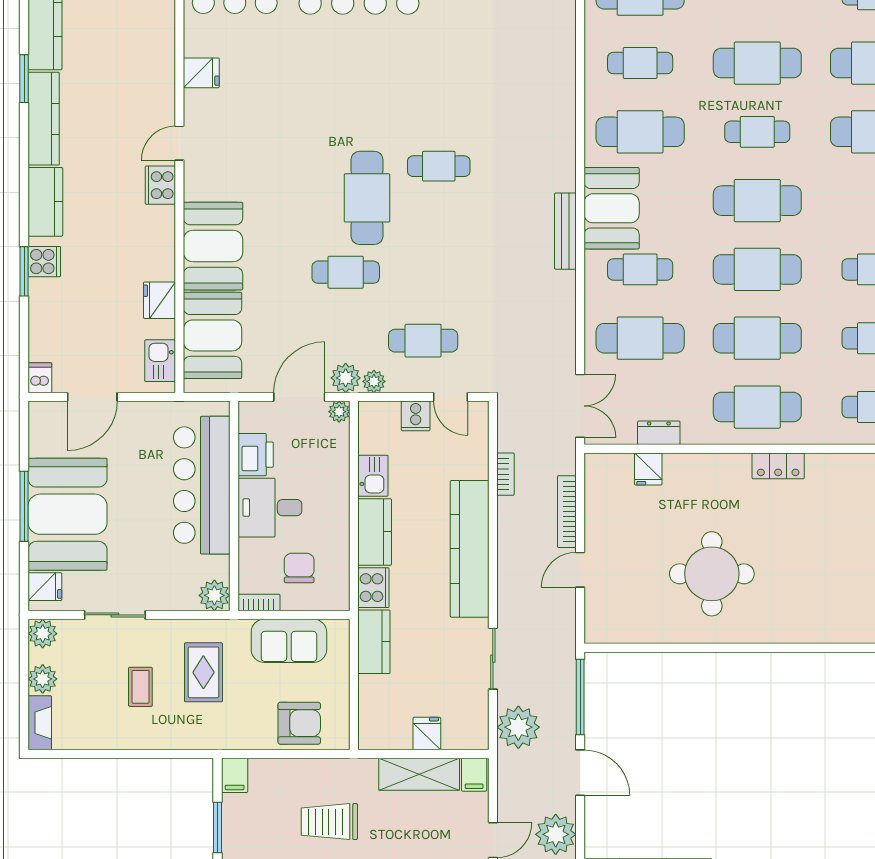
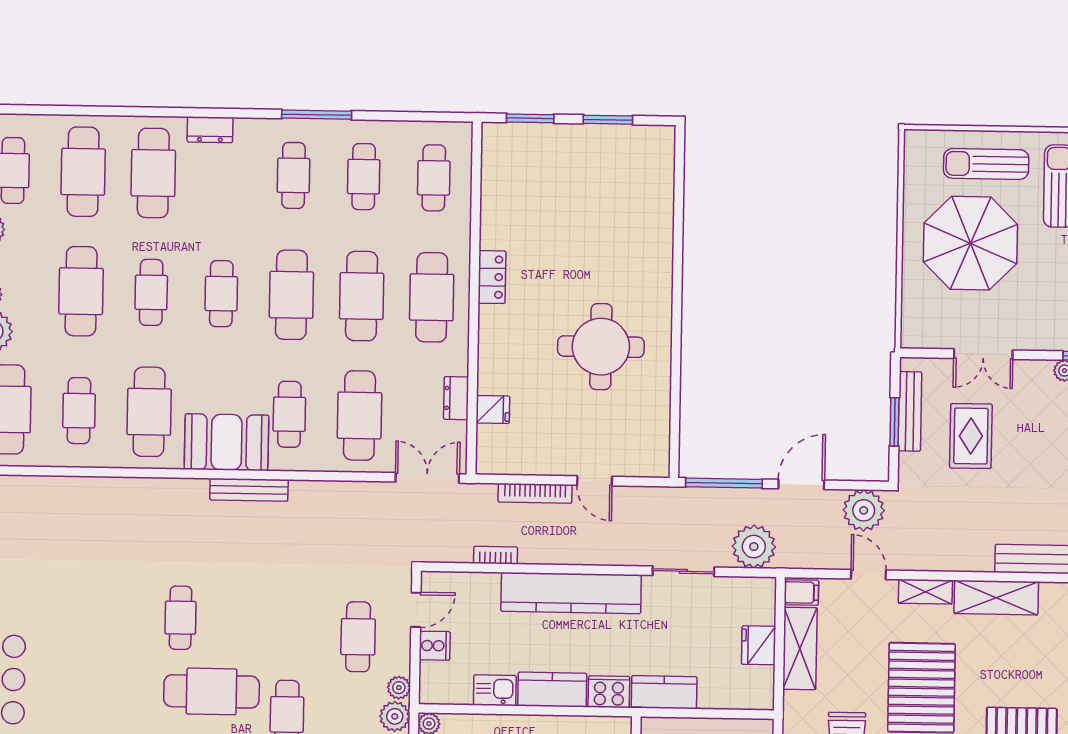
cafe table: (757, 201) -> (221, 294), width x0.73, depth x0.74
fridge: (427, 734) -> (759, 645), width x1.38

